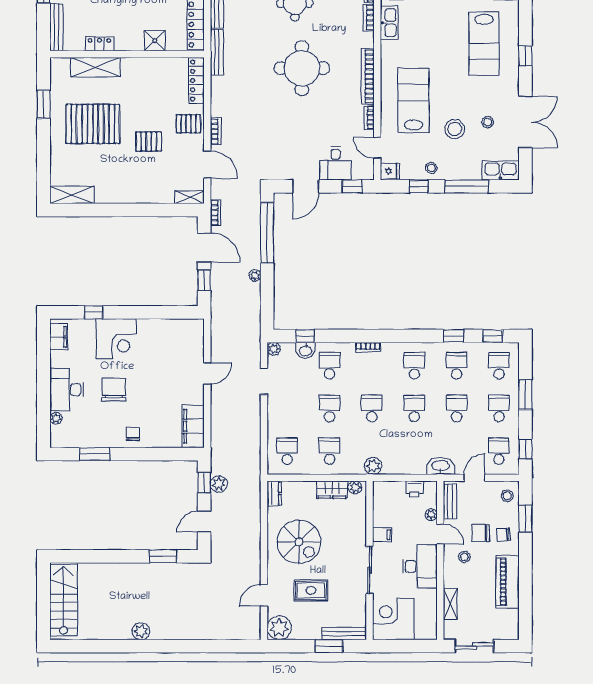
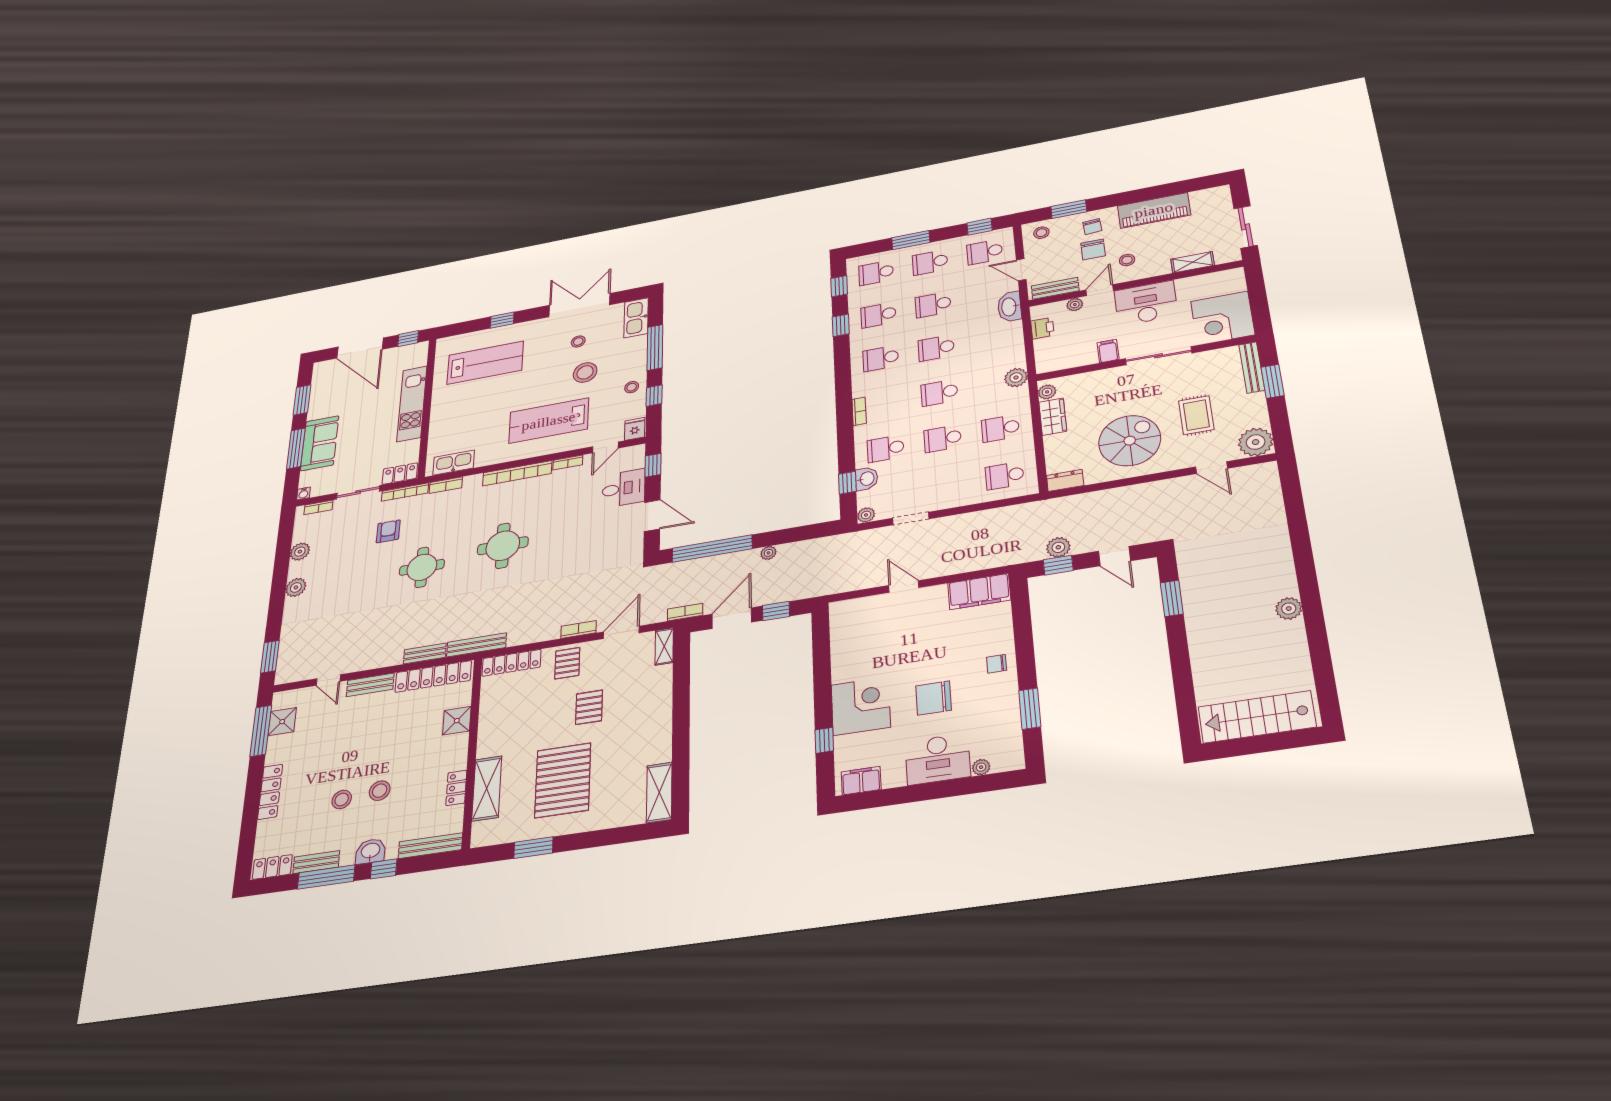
round table: (302, 68) -> (503, 546), width x0.73, depth x0.73

